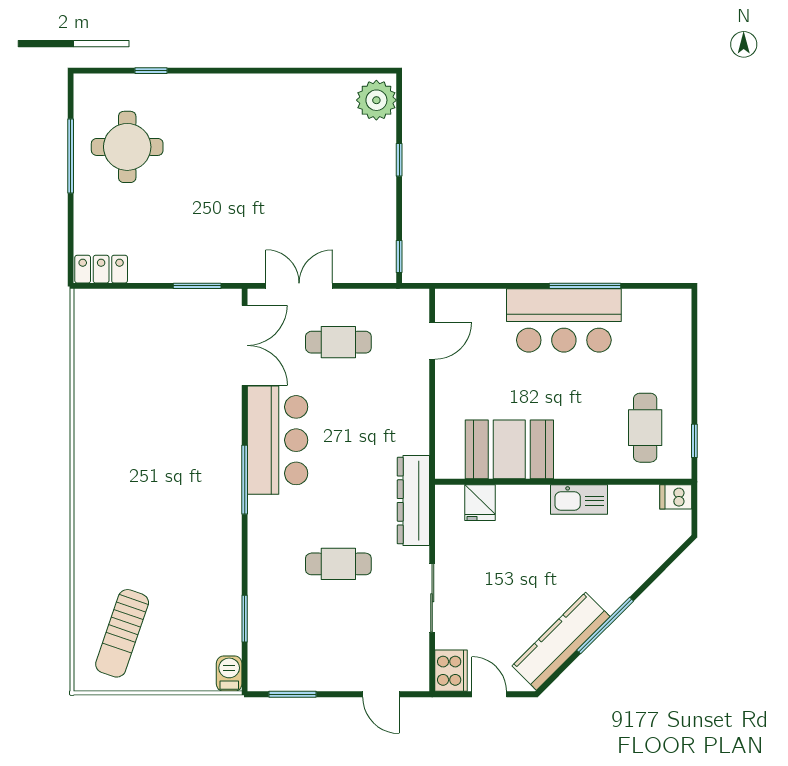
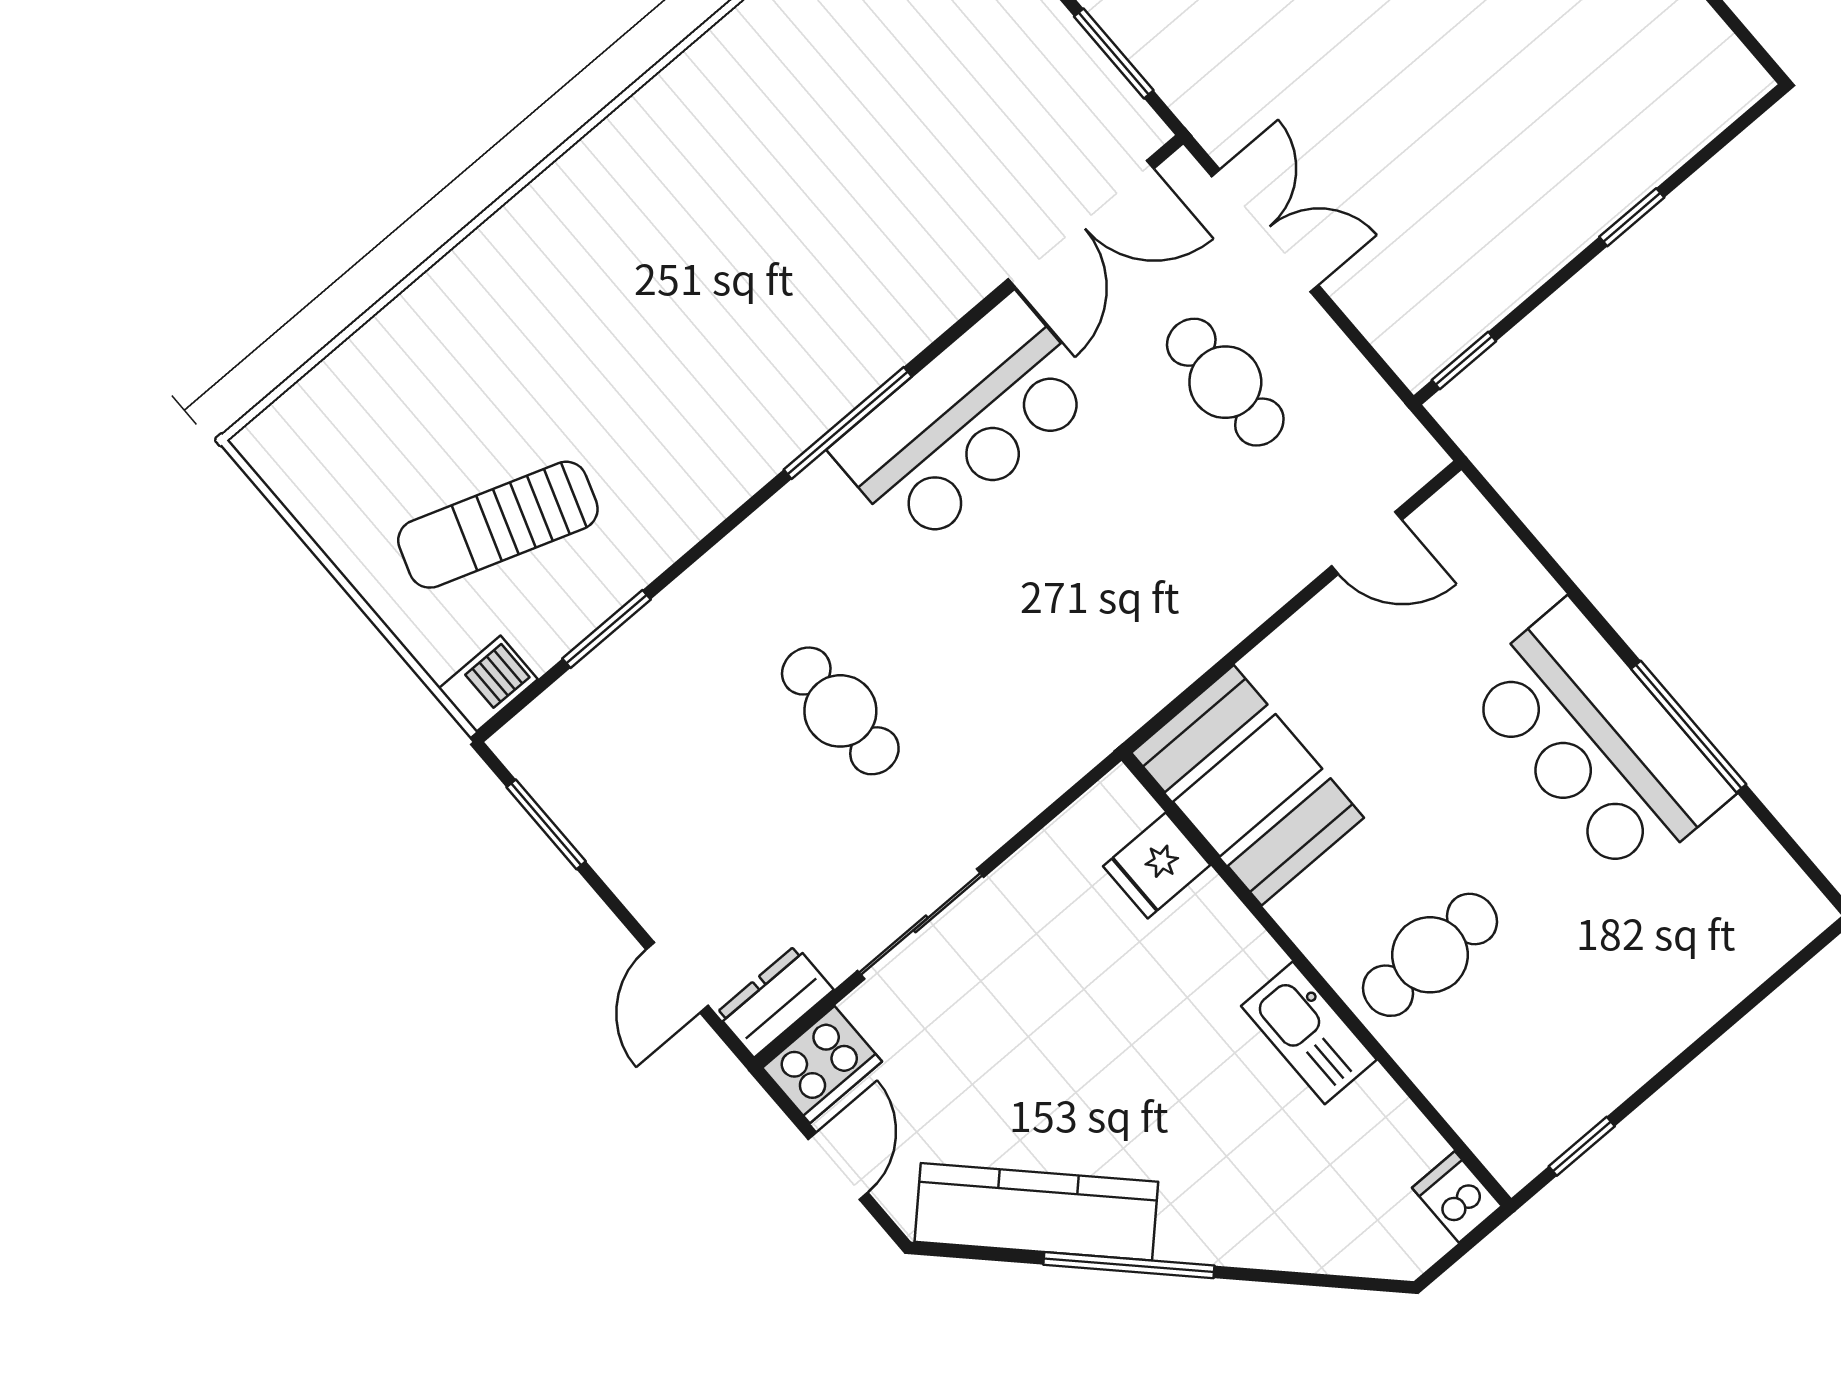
plant: (376, 100) -> (1702, 89), removed
cafe table: (645, 428) -> (1430, 955), moved
booth: (509, 449) -> (1248, 785), moved
dresser: (413, 501) -> (775, 1001), moved, width x0.51, depth x0.80
sun lounger: (122, 633) -> (498, 525), moved

